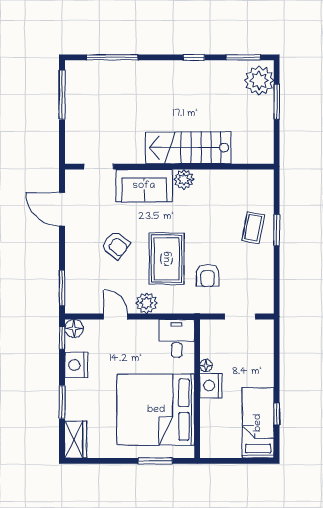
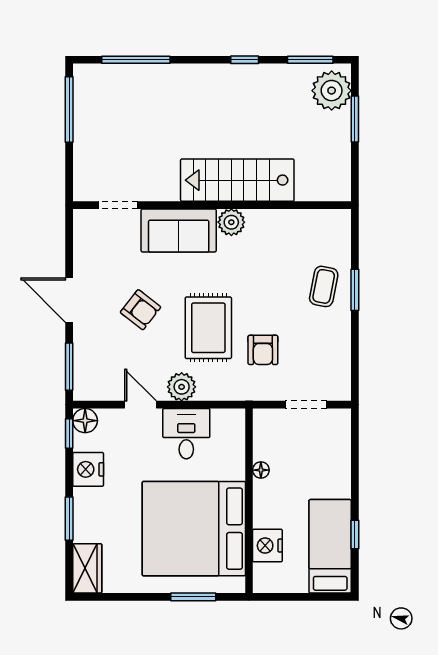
door: (62, 209) -> (69, 300), moved
desk: (177, 338) -> (186, 434), moved
nightstand: (211, 386) -> (267, 546), moved

